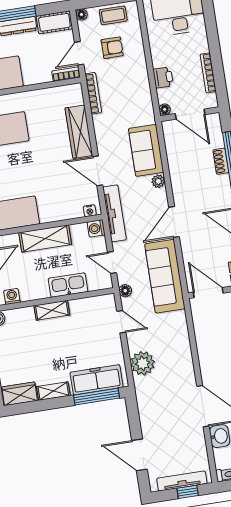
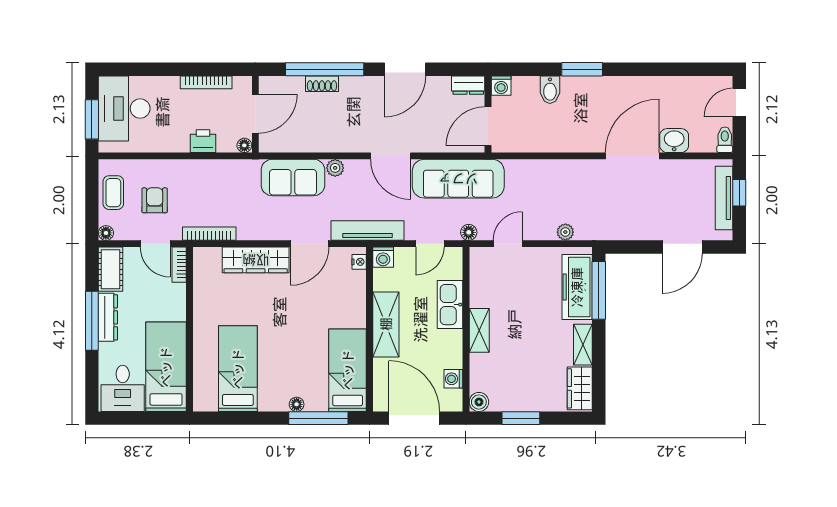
plant: (143, 363) -> (565, 232), width x0.53, depth x0.53

